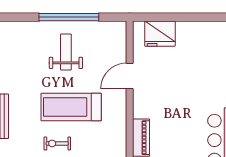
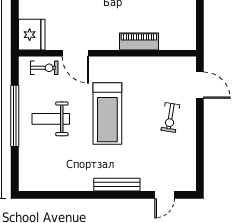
fridge: (160, 34) -> (32, 35), moved
exercise bike: (57, 143) -> (44, 68), moved, turned -90

